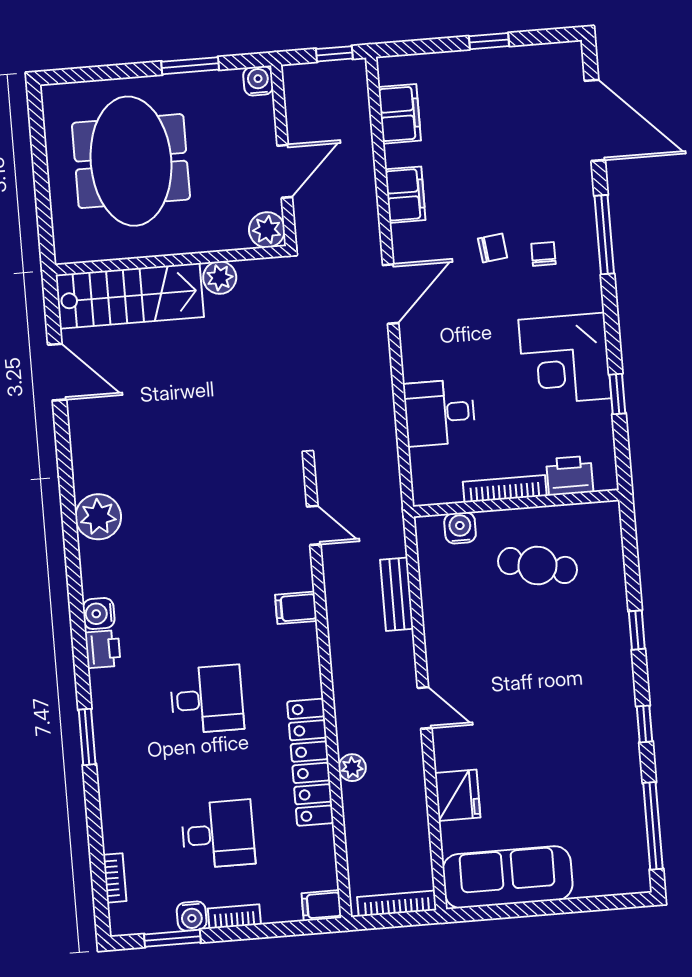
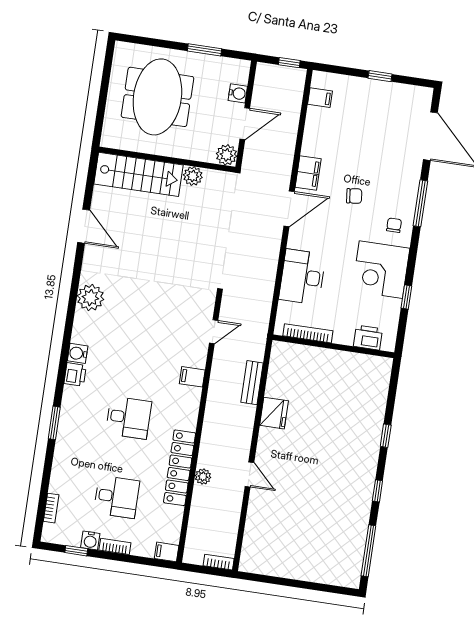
water cooler: (258, 81) -> (238, 93), moved, turned 90
filing cabinet: (400, 114) -> (320, 98), width x0.50
filing cabinet: (405, 195) -> (308, 173), moved
chair: (543, 254) -> (394, 225), moved
door: (57, 372) -> (84, 226), moved
desk: (439, 413) -> (302, 277), width x1.37
bookcase: (505, 489) -> (308, 333), moved
door: (314, 525) -> (214, 332), hinge flipped
water cooler: (460, 528) -> (298, 353), removed
cafe table: (537, 566) -> (337, 385), removed
door: (425, 708) -> (249, 474), moved
fridge: (458, 795) -> (274, 413), moved
sofa: (508, 877) -> (278, 561), removed
bookcase: (397, 904) -> (219, 562), width x0.64
window: (172, 938) -> (76, 551), width x0.67

